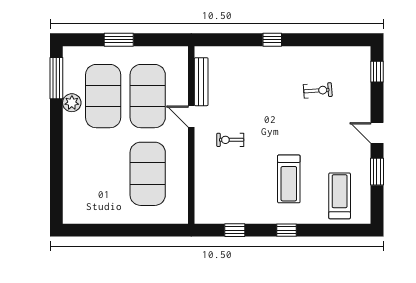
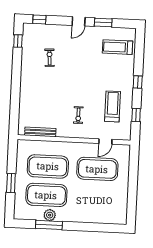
window: (272, 40) -> (18, 41), moved
window: (56, 78) -> (49, 225), moved
door: (191, 117) -> (105, 141), moved
treadmill: (289, 179) -> (113, 106), moved, turned -90

